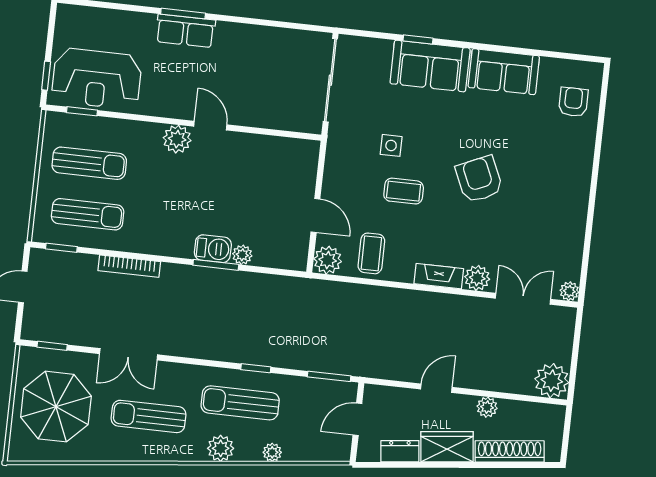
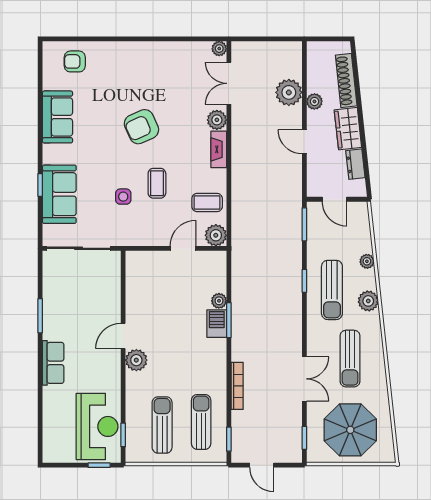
window: (183, 14) -> (40, 316), moved
sofa: (430, 66) -> (59, 194), moved
plant: (552, 381) -> (289, 92), moved

